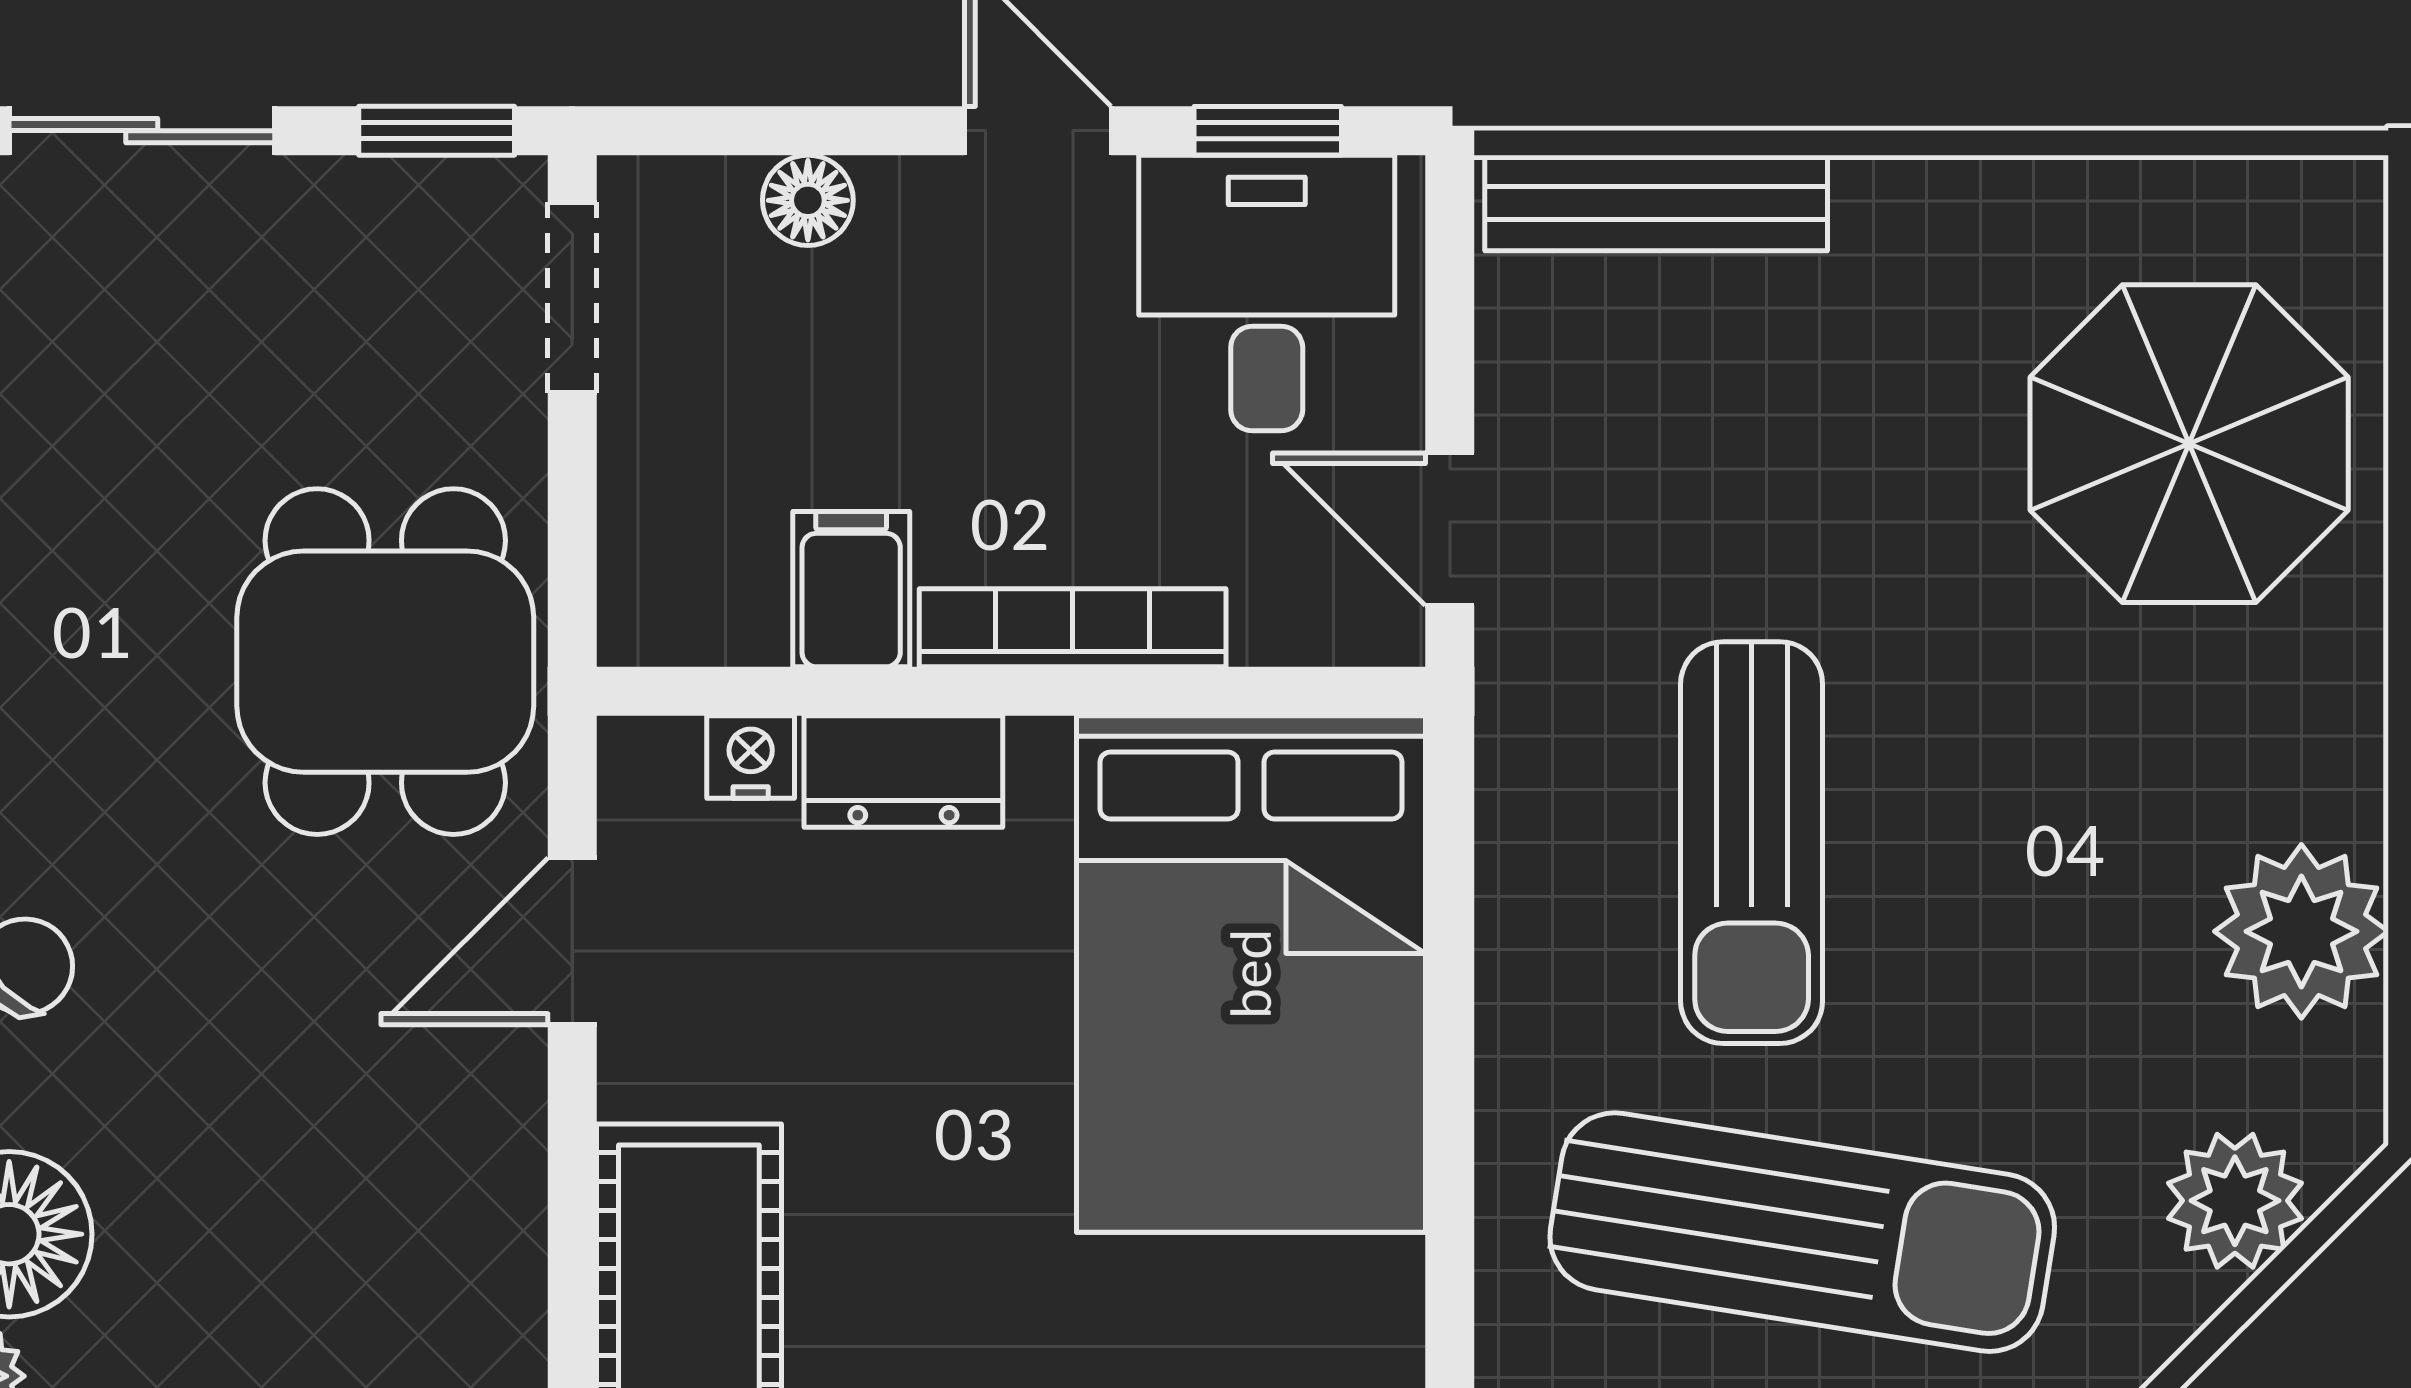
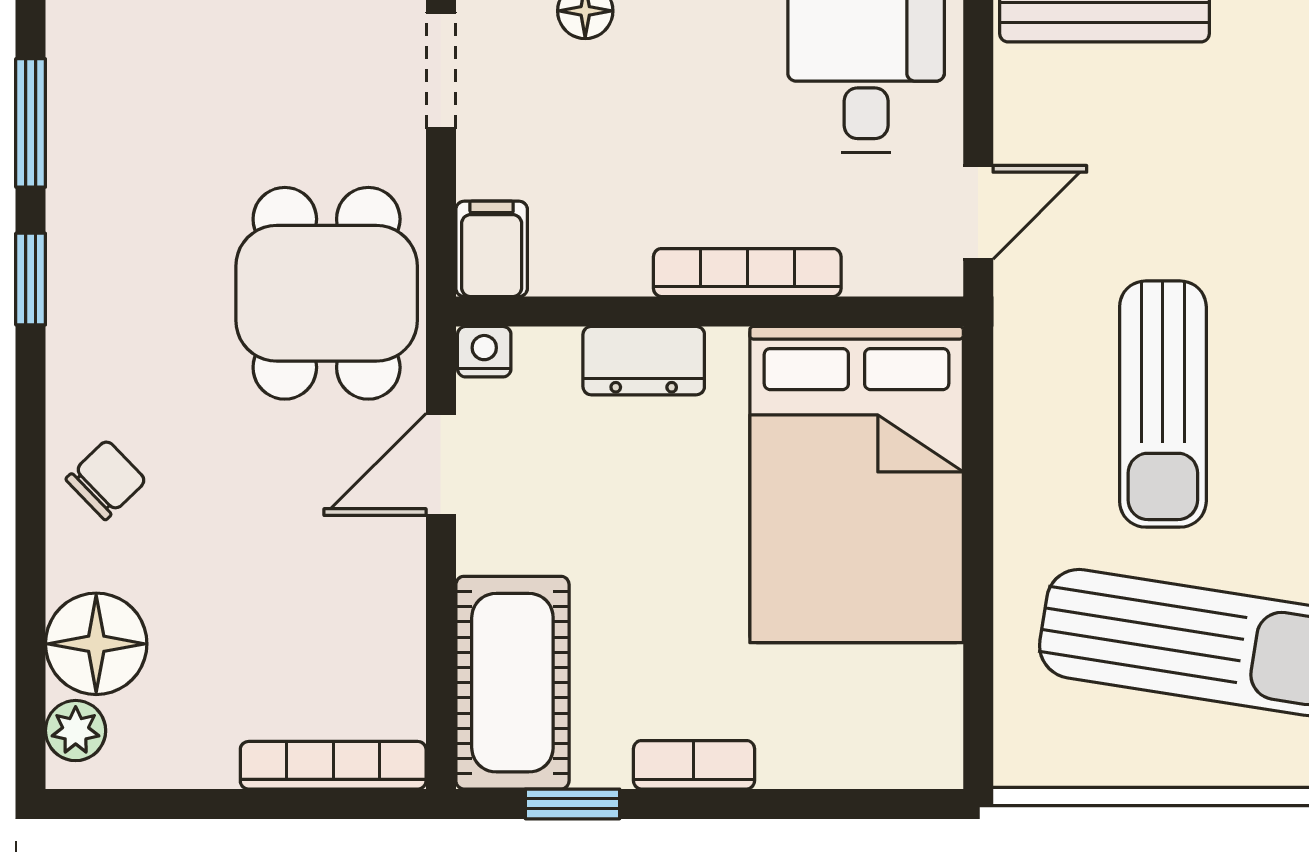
door: (1450, 529) -> (978, 212), swing flipped
filing cabinet: (851, 589) -> (492, 249), moved
nightstand: (751, 757) -> (484, 352), moved

